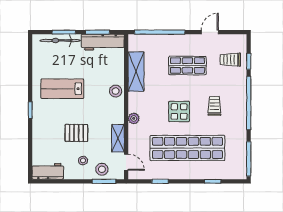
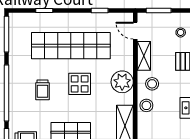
plant: (134, 118) -> (122, 82), width x1.88, depth x1.88
stool: (102, 169) -> (152, 84), moved

